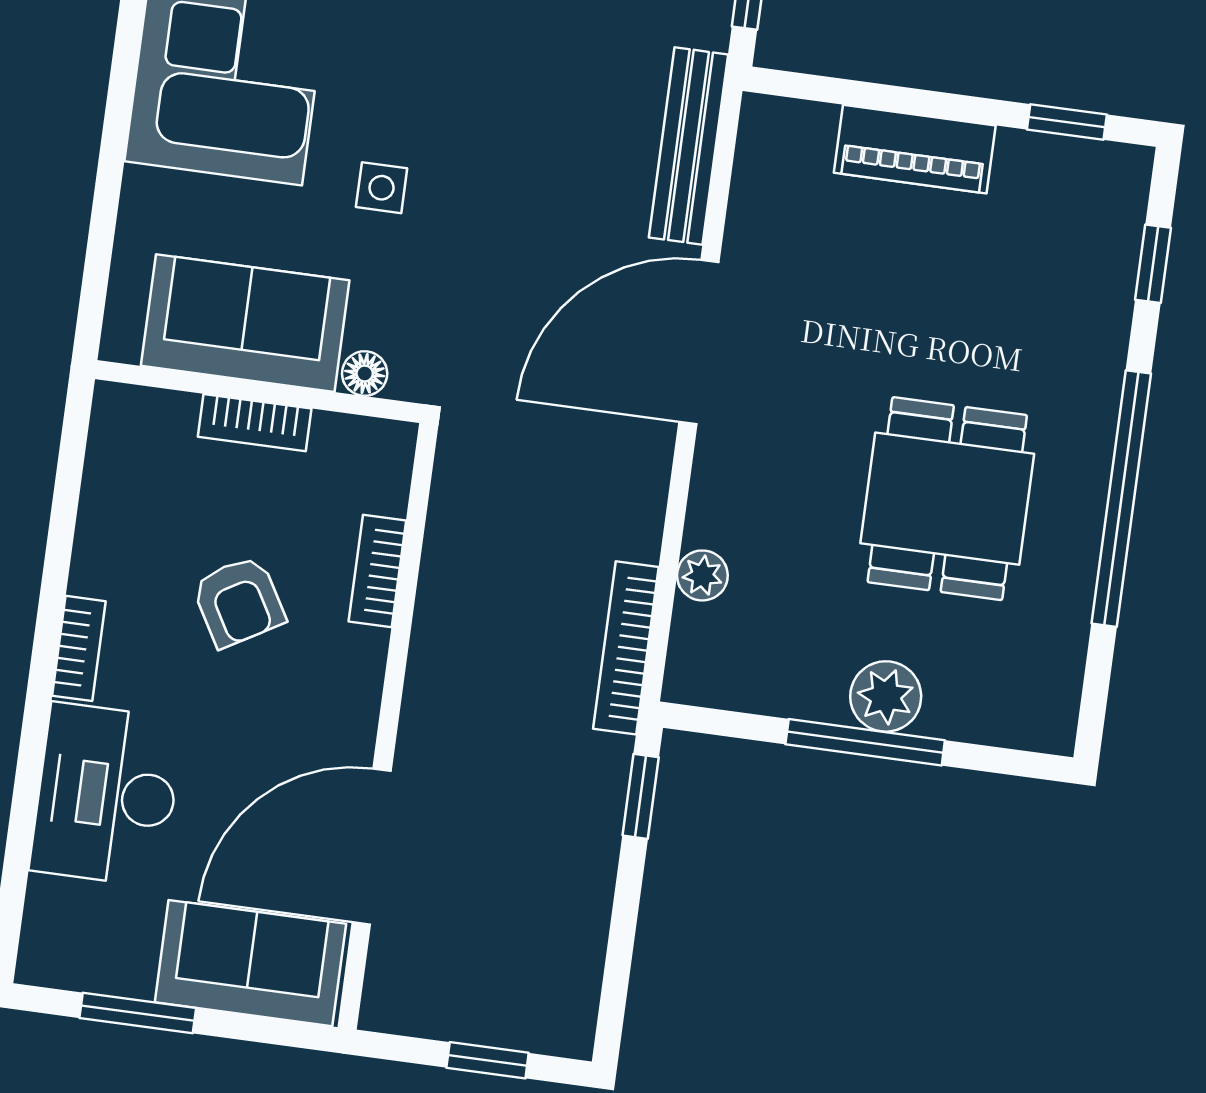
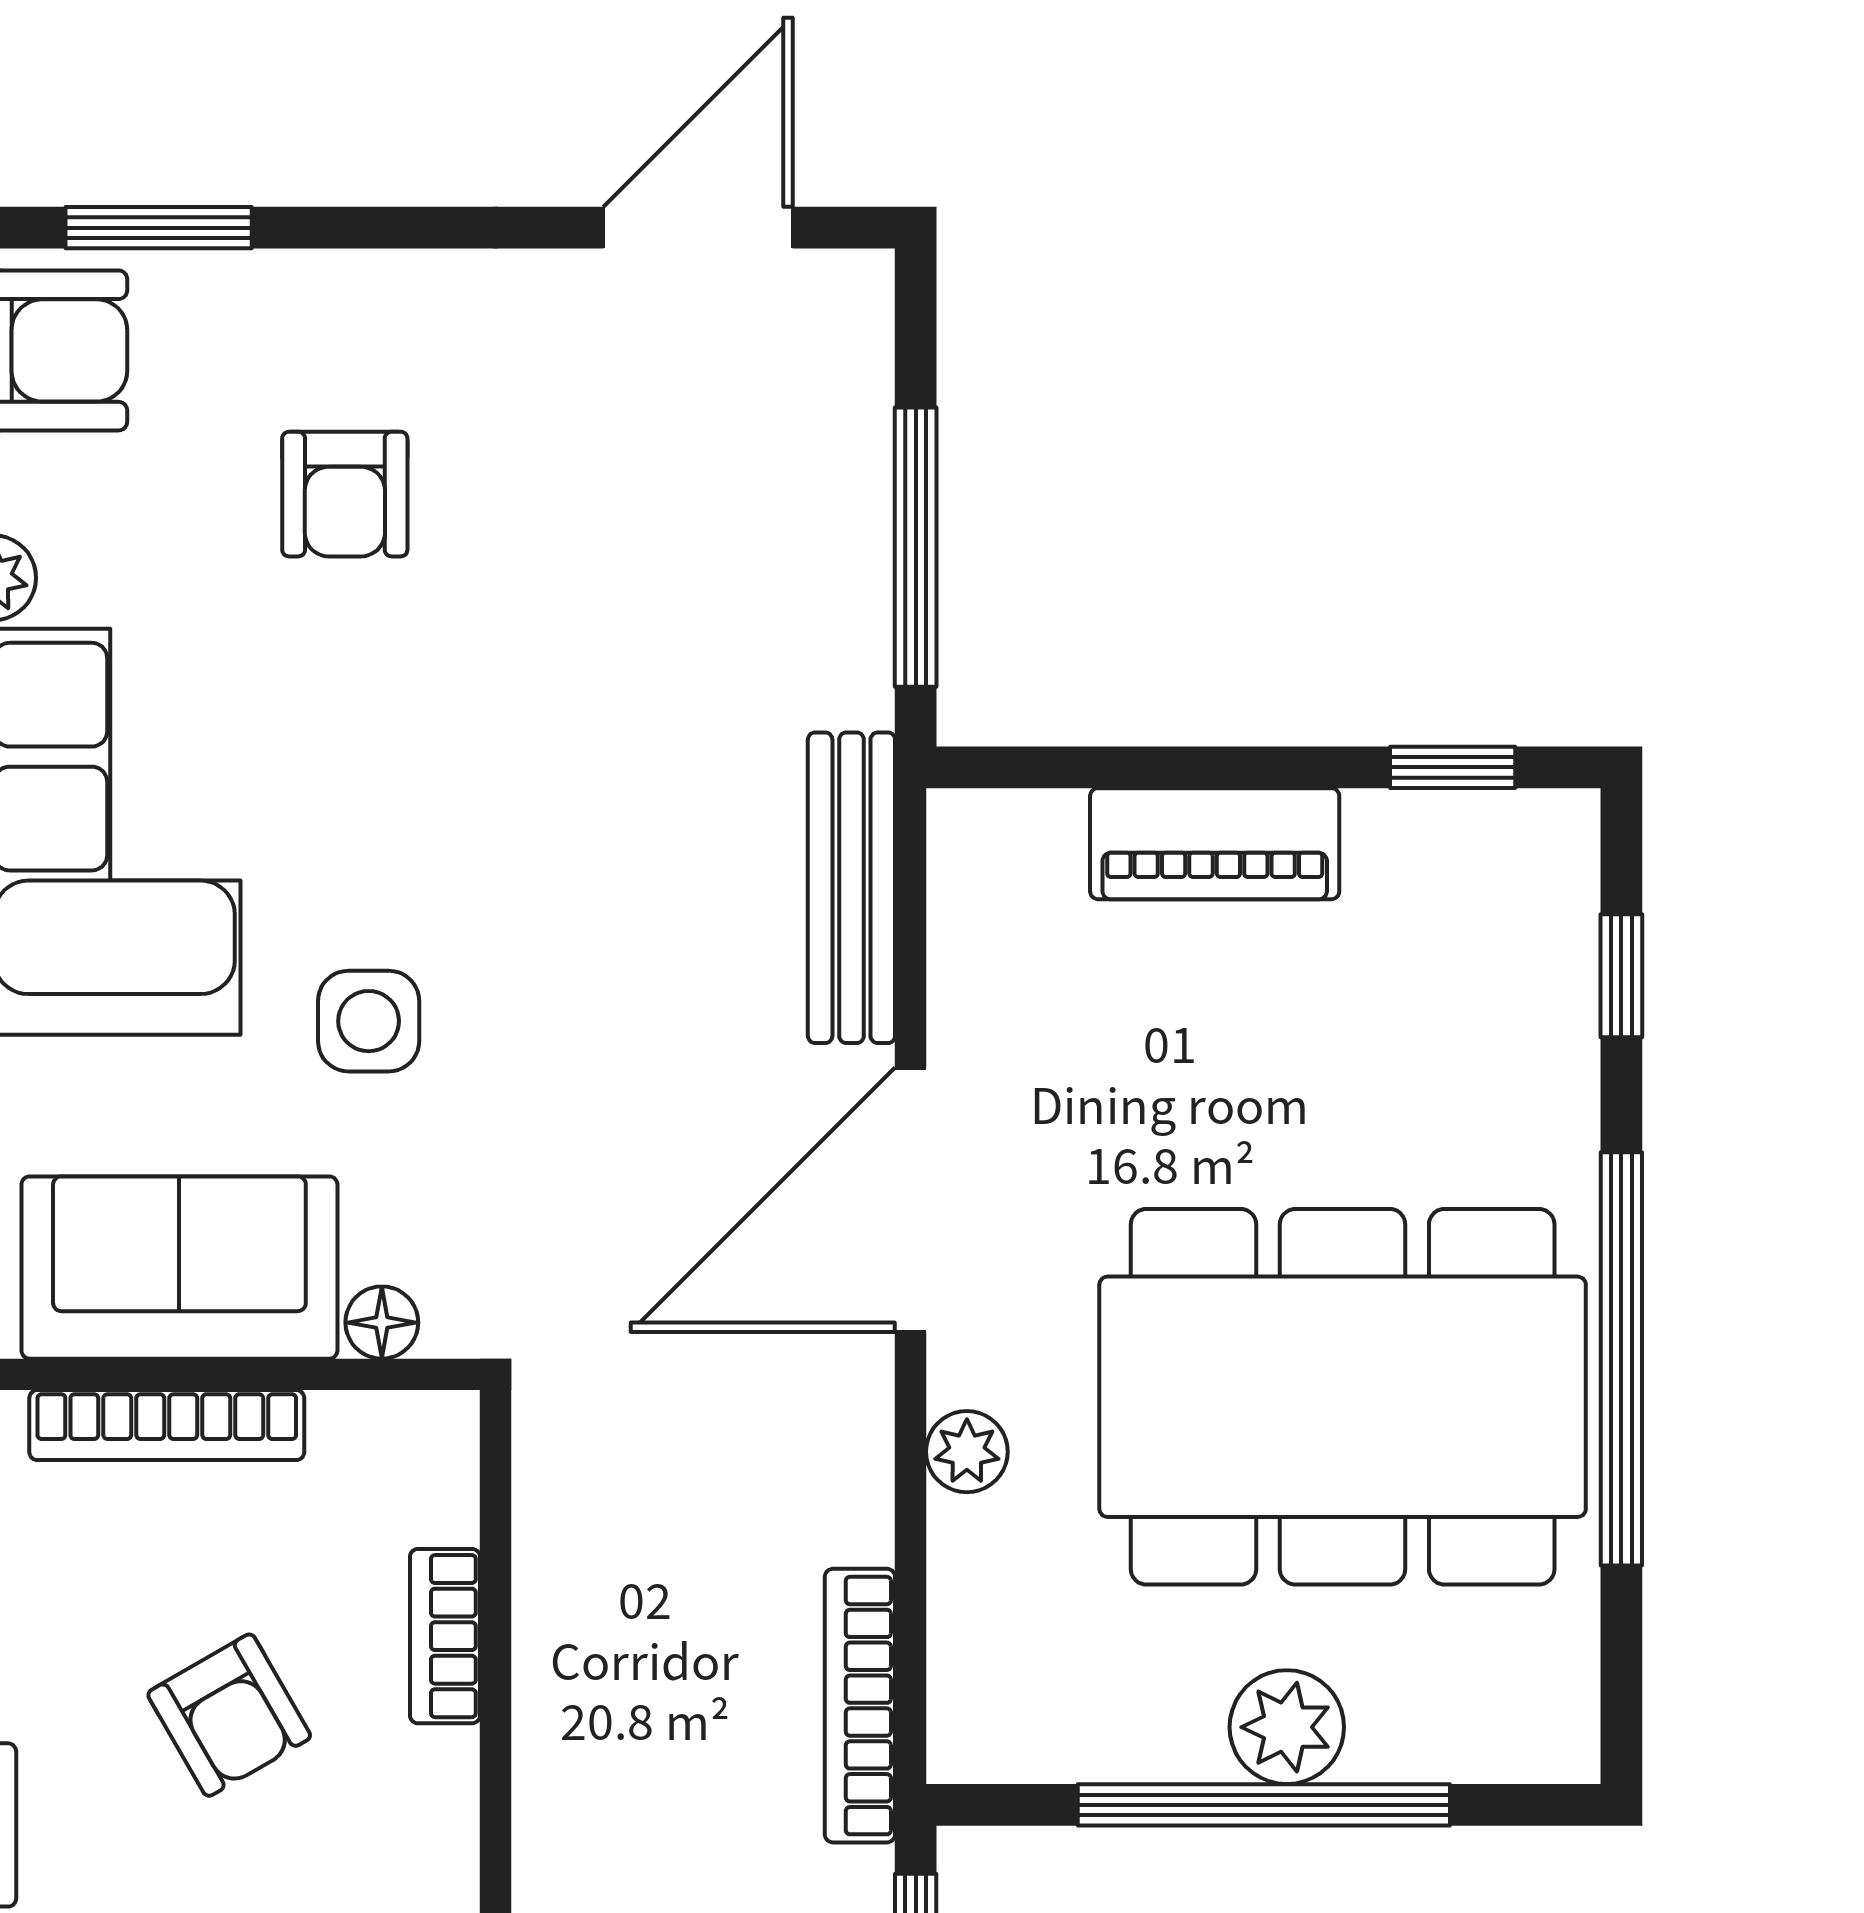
side table: (382, 188) -> (369, 1021), width x1.37, depth x1.37
bookcase: (255, 423) -> (167, 1425), width x1.56
dining table: (947, 499) -> (1343, 1397), width x1.88, depth x1.24
plant: (702, 575) -> (967, 1452), moved
window: (865, 742) -> (1264, 1805), width x1.46

